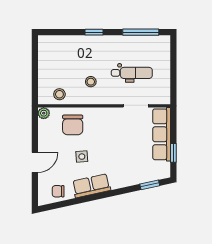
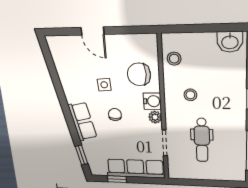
washbasin: (46, 49) -> (230, 42), added
plant: (44, 113) -> (155, 117), moved
water cooler: (97, 115) -> (152, 101), added
row of seats: (91, 186) -> (82, 121), moved
chair: (58, 191) -> (115, 115), moved

